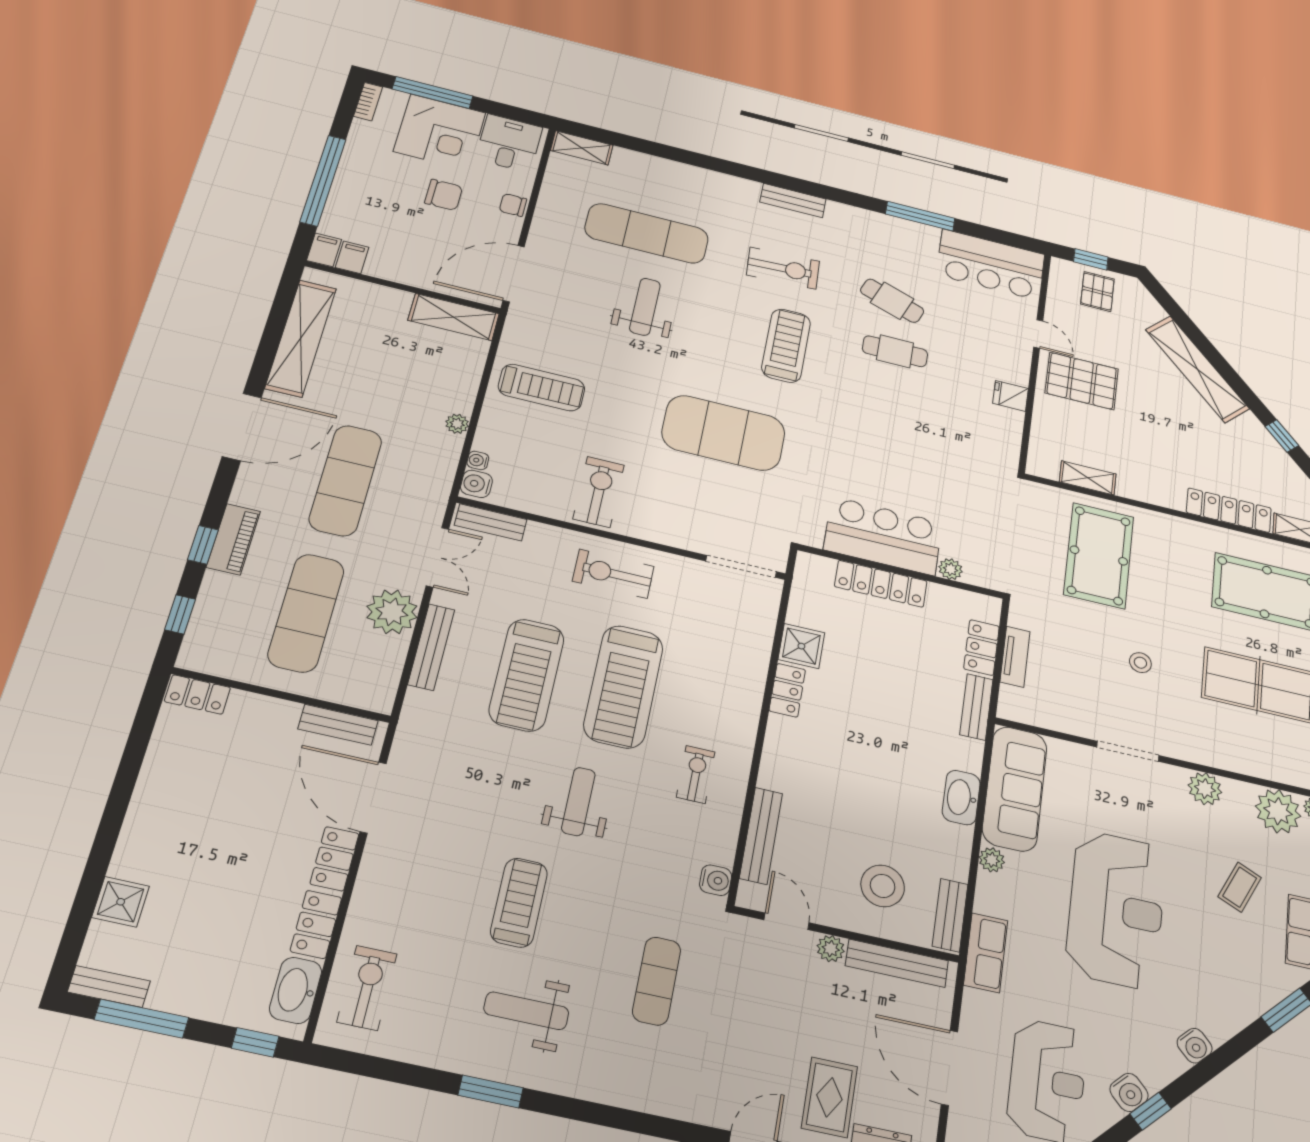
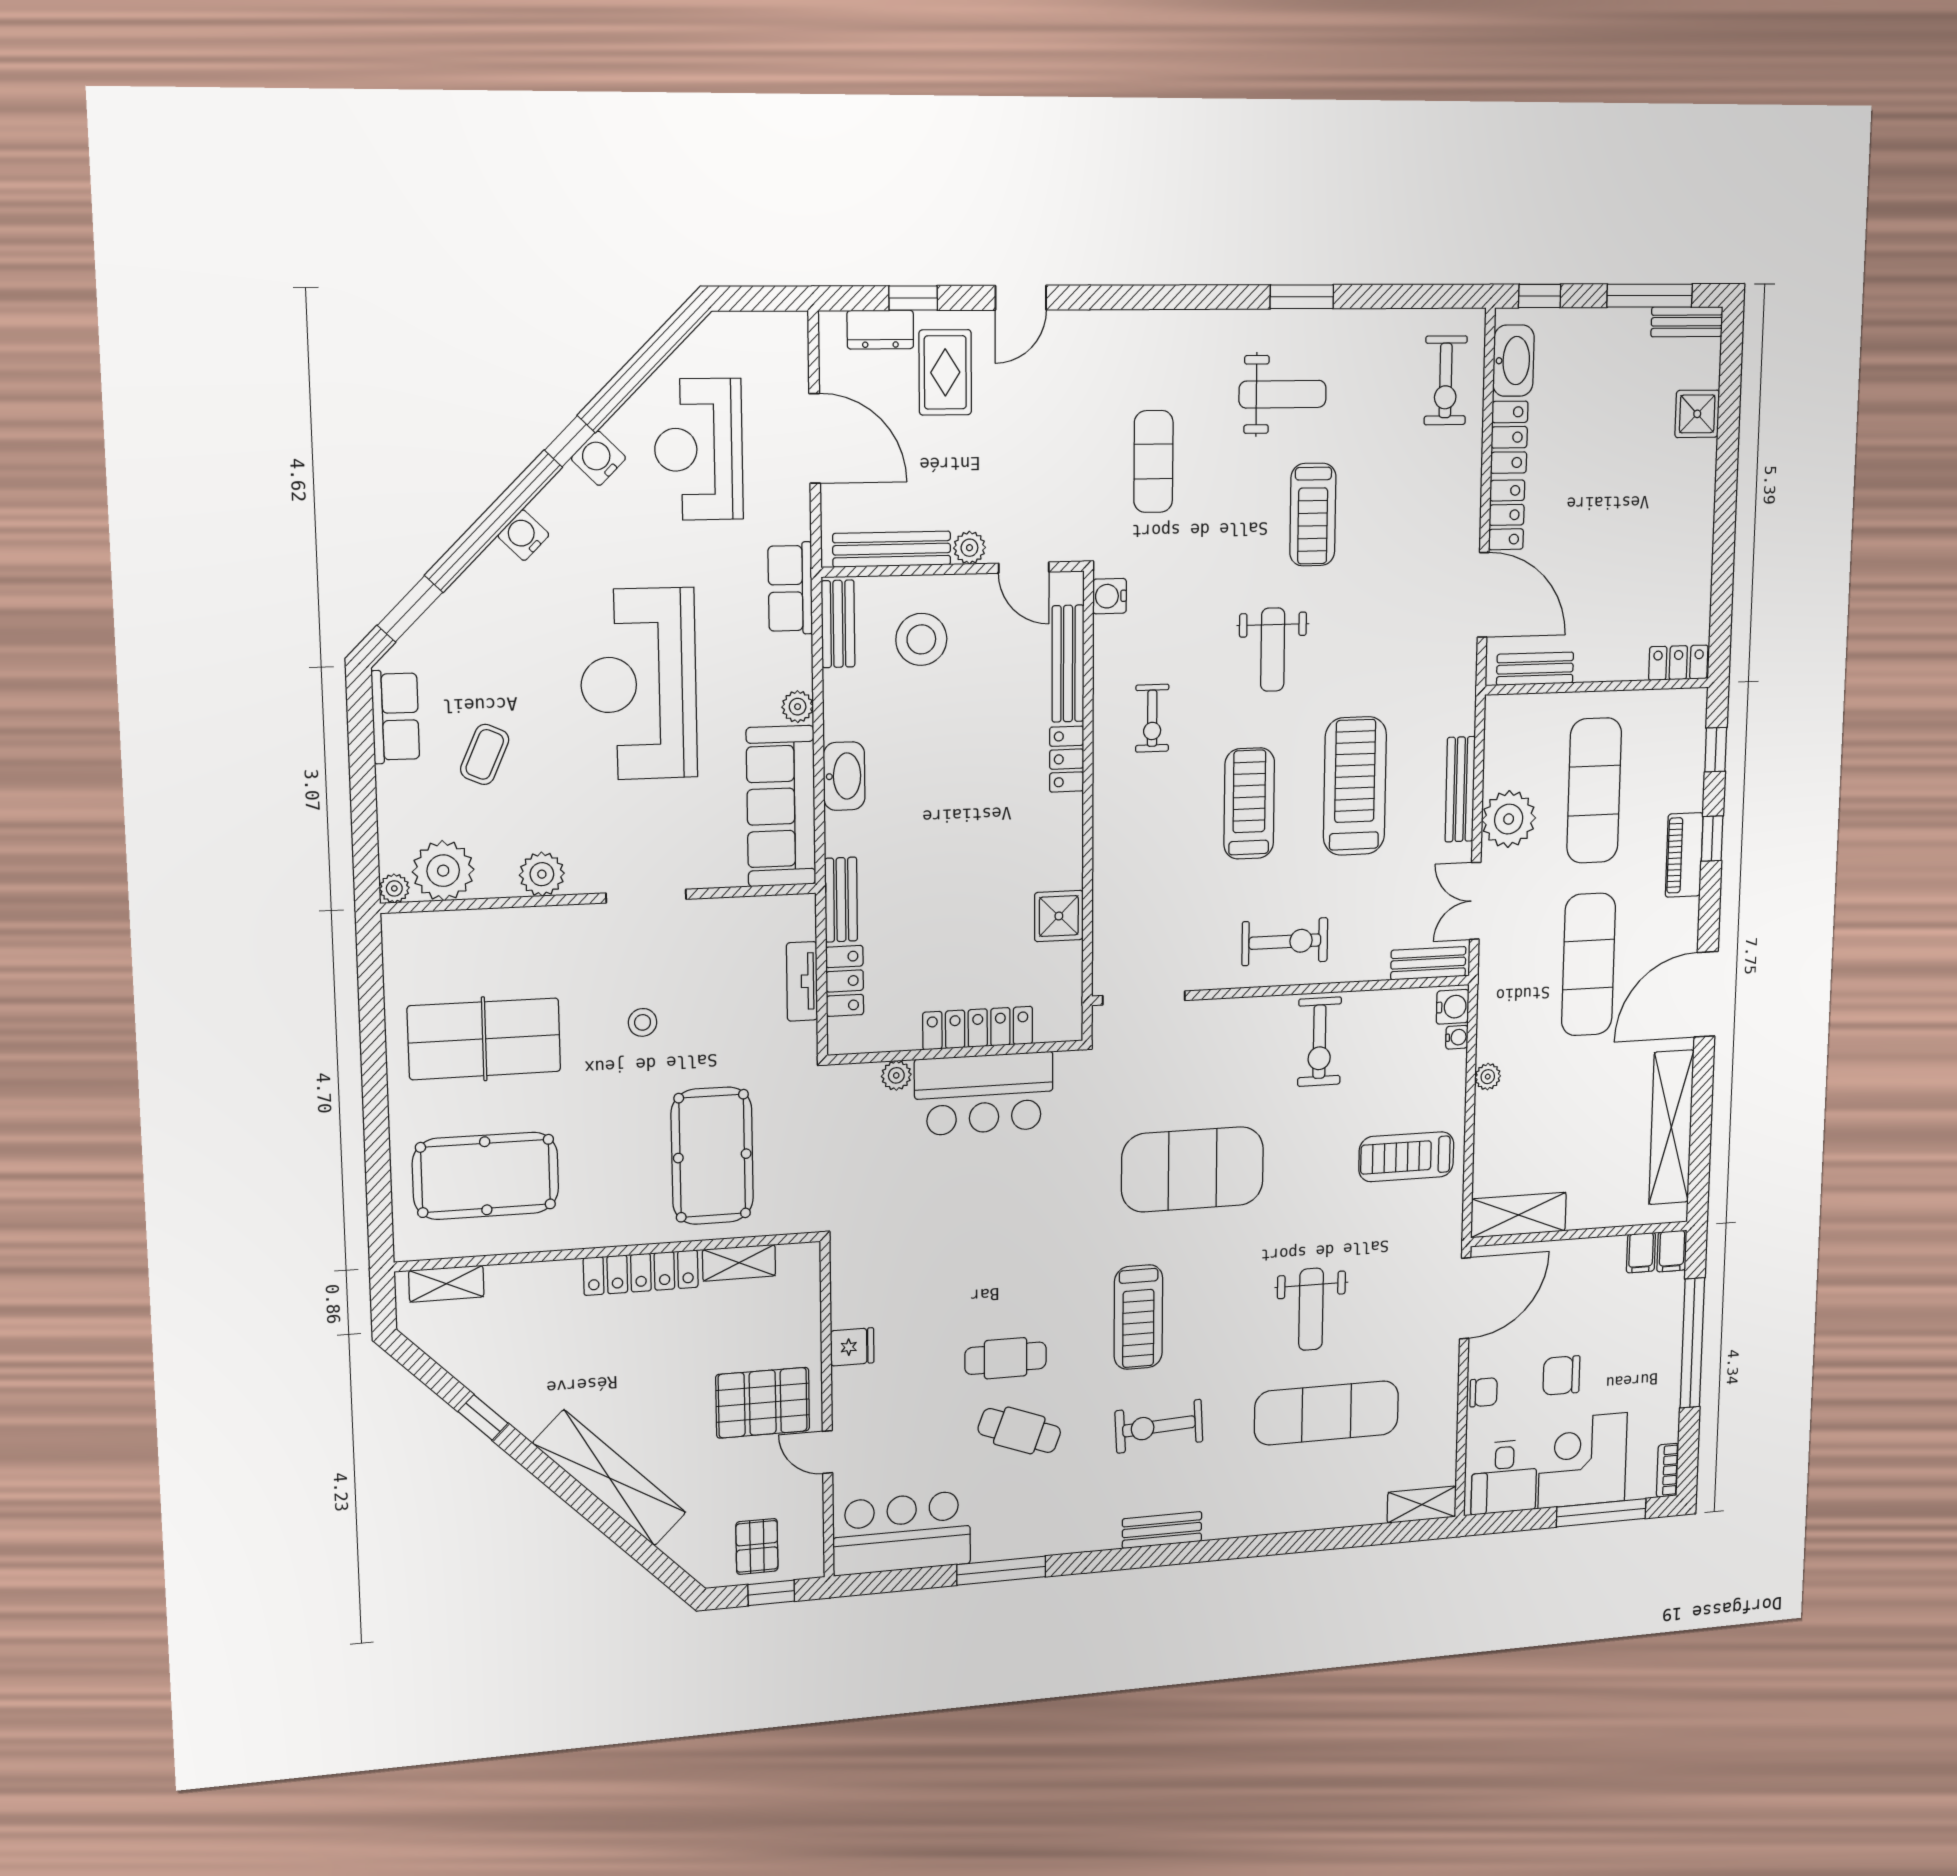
locker: (1229, 510) -> (641, 1273), moved
treadmill: (623, 686) -> (1249, 804), width x0.73, depth x0.73
locker: (787, 690) -> (1067, 759), moved

